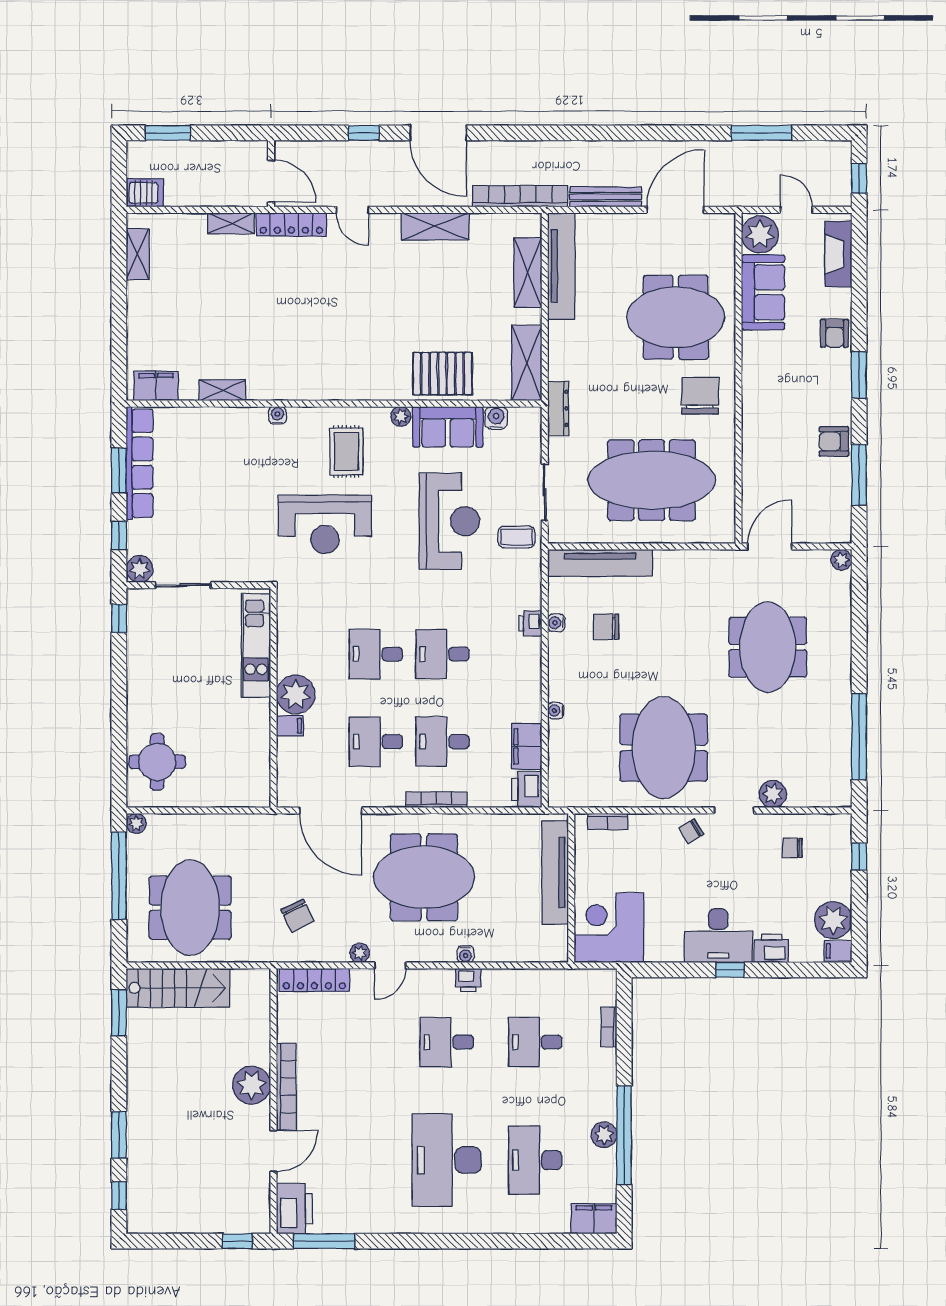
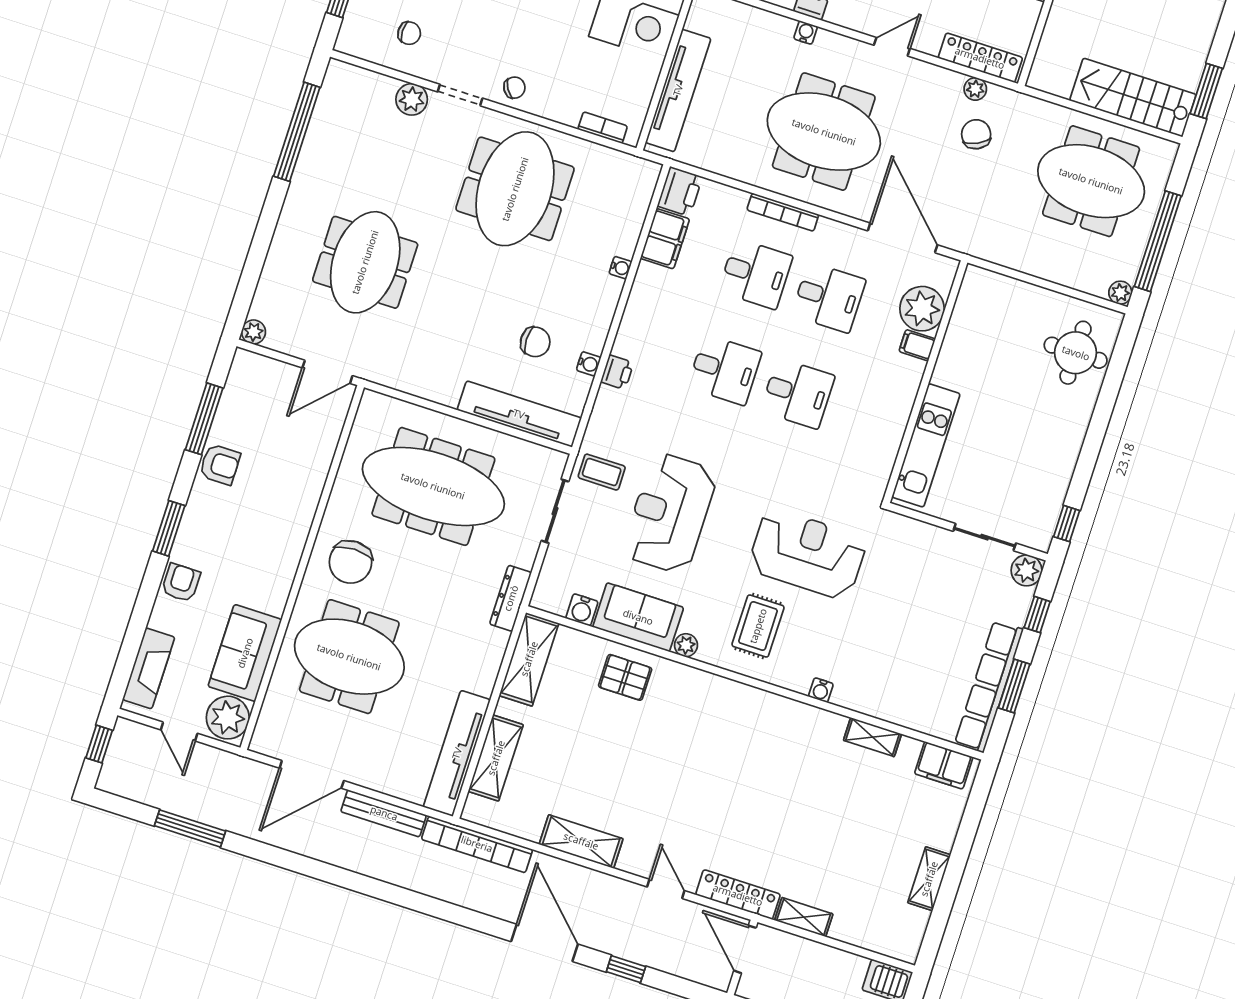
shelving: (138, 254) -> (929, 879), moved
pallet: (442, 374) -> (625, 677), width x0.67, depth x0.71
plant: (296, 694) -> (922, 309), moved
meeting table: (190, 908) -> (1091, 181), turned 90
plant: (360, 953) -> (975, 89), moved

